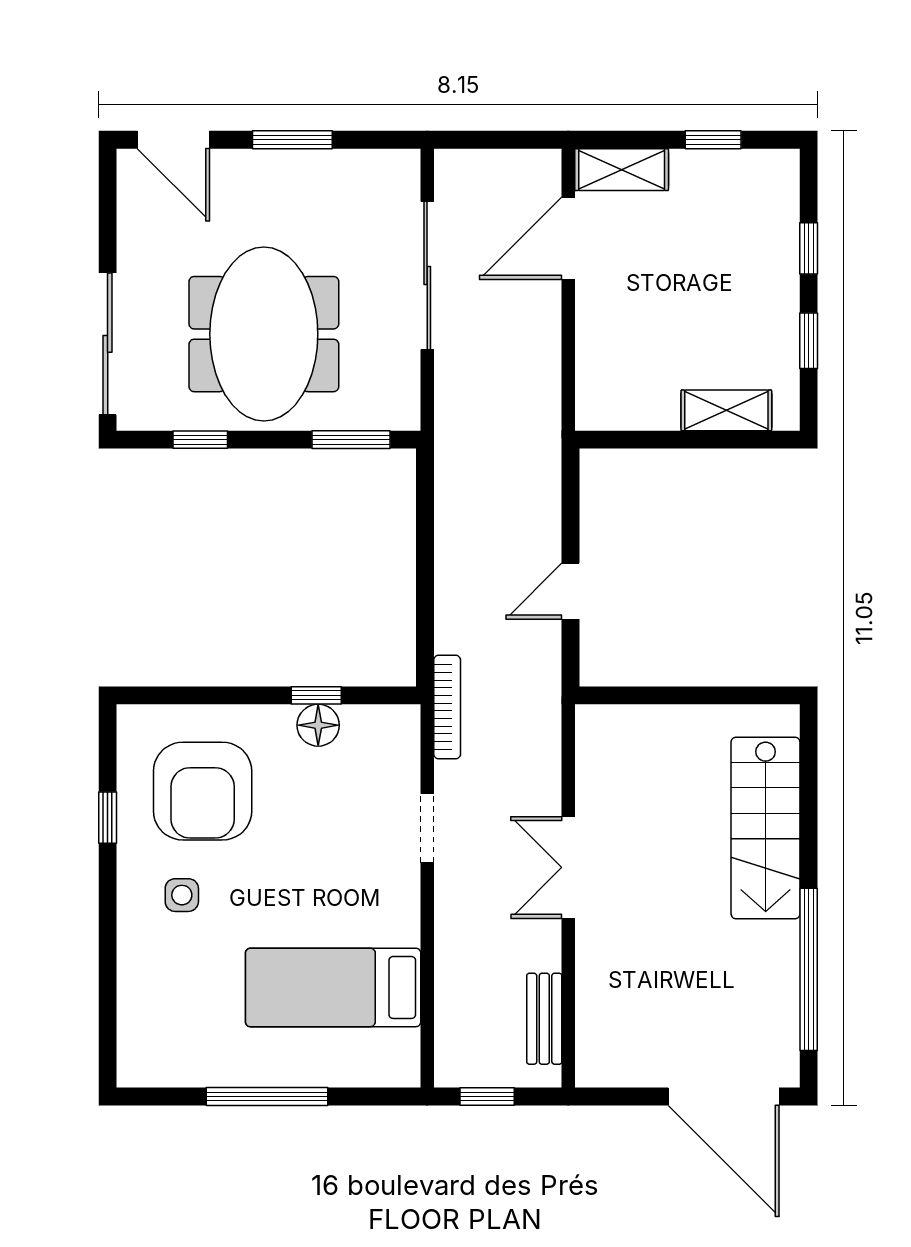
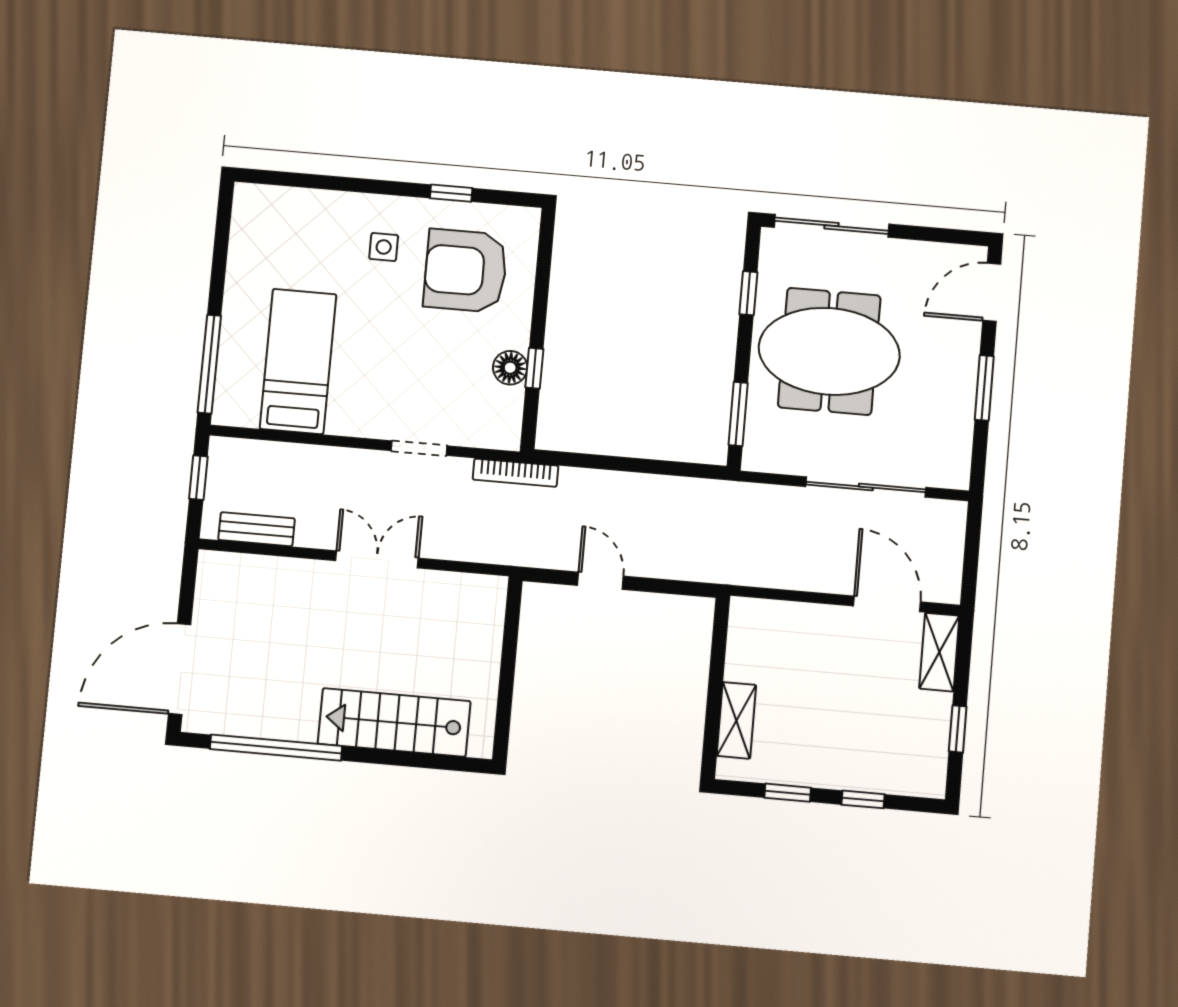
window: (267, 1097) -> (209, 364), moved

